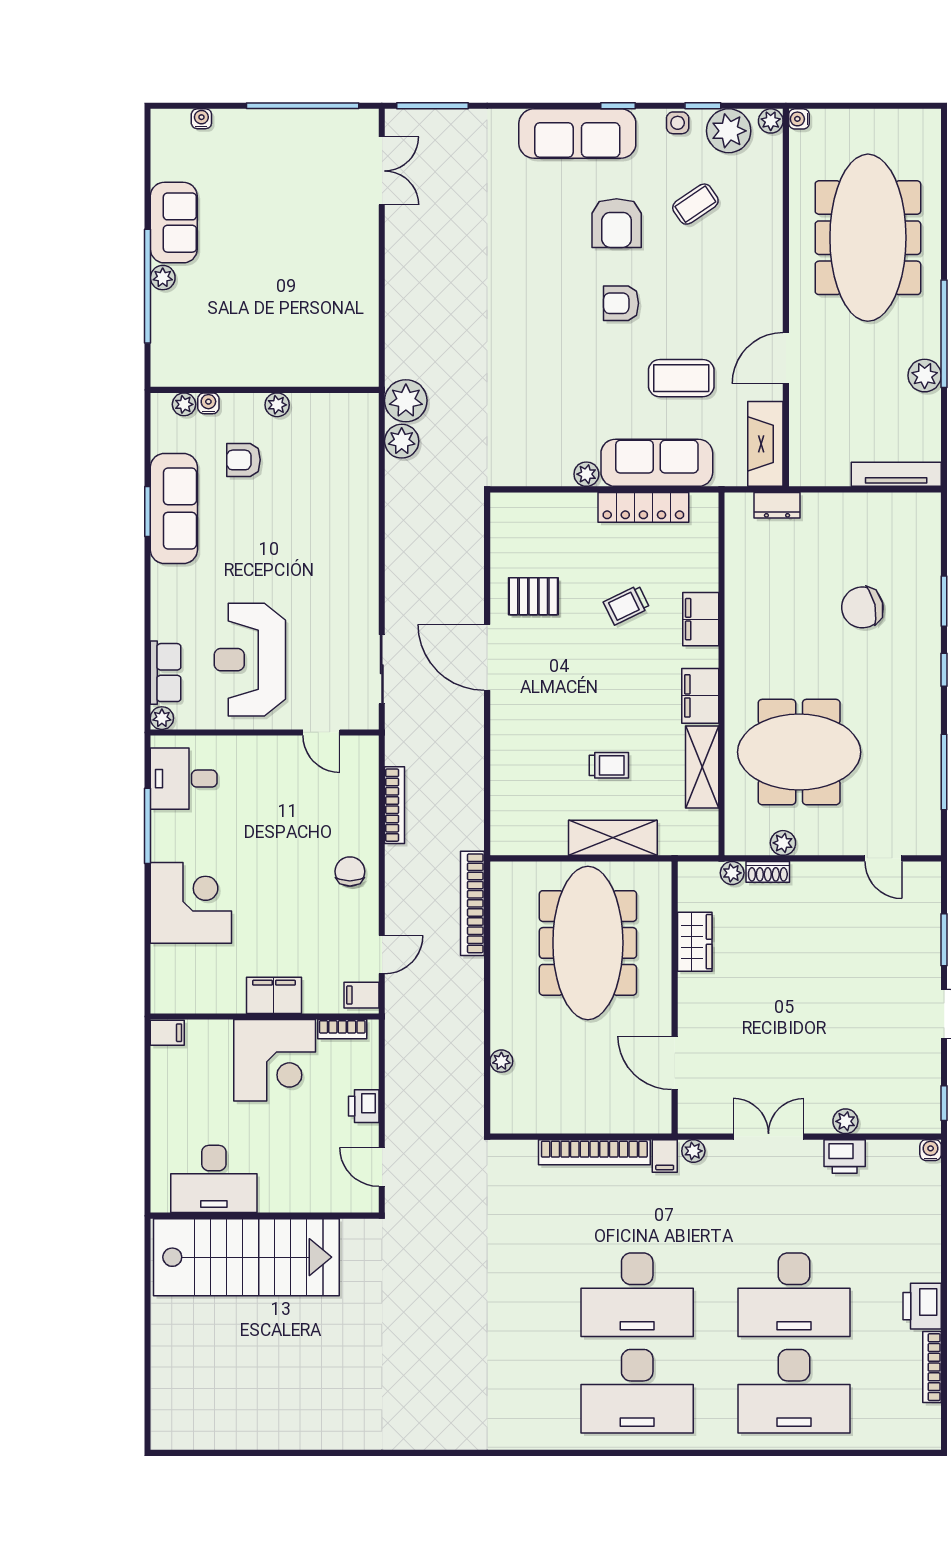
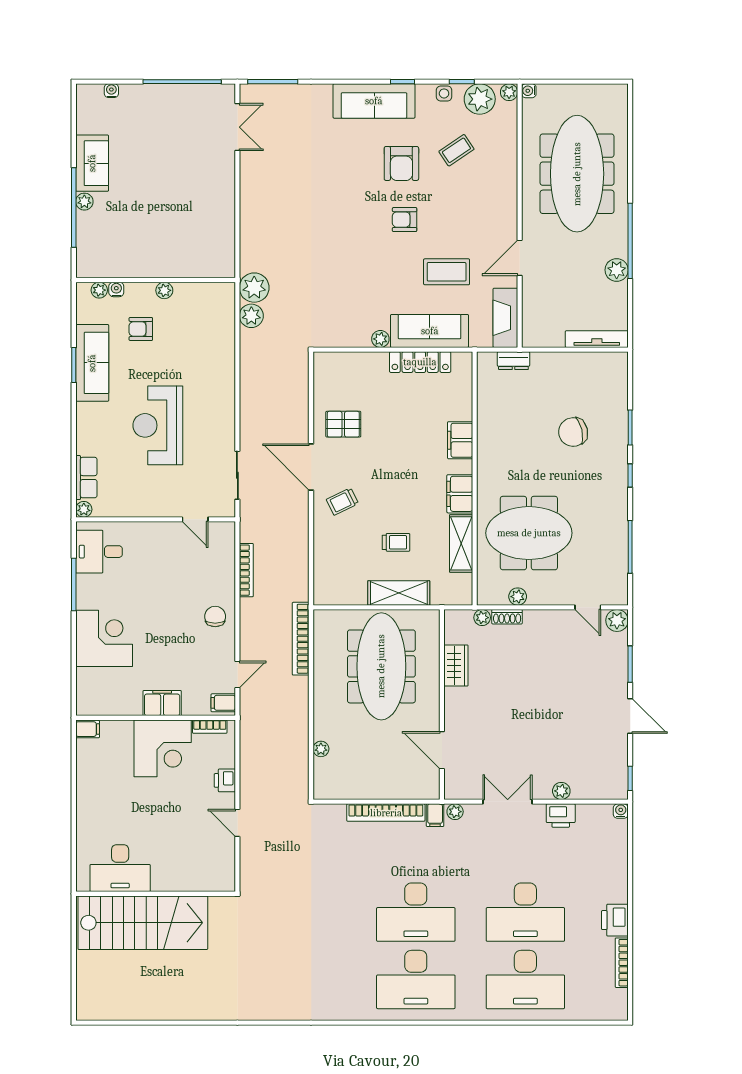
trolley: (626, 605) -> (342, 501), moved
reception desk: (250, 660) -> (158, 425), moved
plant: (925, 877) -> (617, 620), added
desk: (214, 1179) -> (120, 868), moved
wall: (265, 1216) -> (156, 894), moved
stairs: (246, 1257) -> (143, 923), moved

